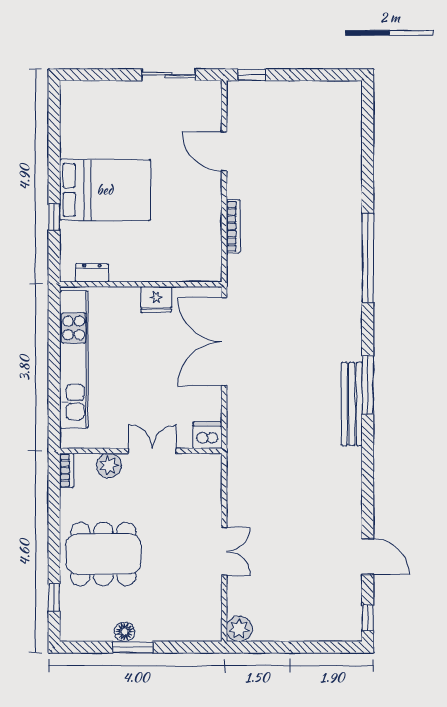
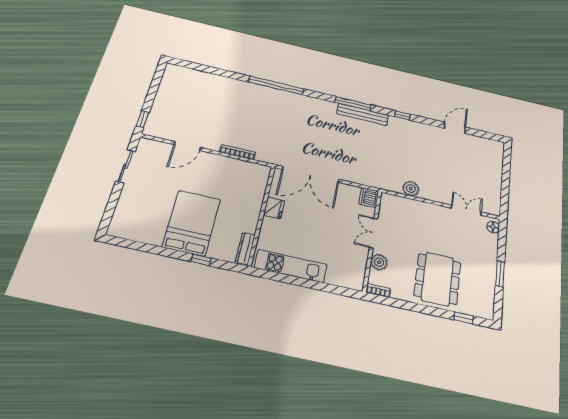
dresser: (92, 273) -> (245, 248), width x1.44
kitchen unit: (74, 359) -> (291, 266), width x0.73
double door: (224, 551) -> (466, 210), moved
window: (368, 618) -> (403, 115), moved
plant: (239, 629) -> (411, 189), moved
floor lamp: (124, 632) -> (493, 227), moved

